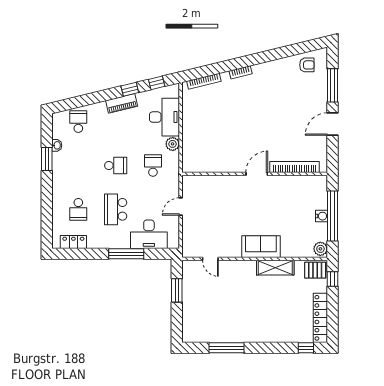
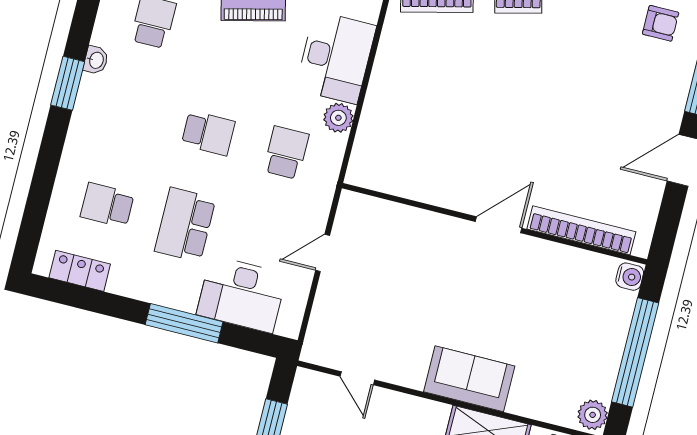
school desk: (78, 209) -> (107, 205), turned 90
water cooler: (322, 216) -> (630, 277), moved

